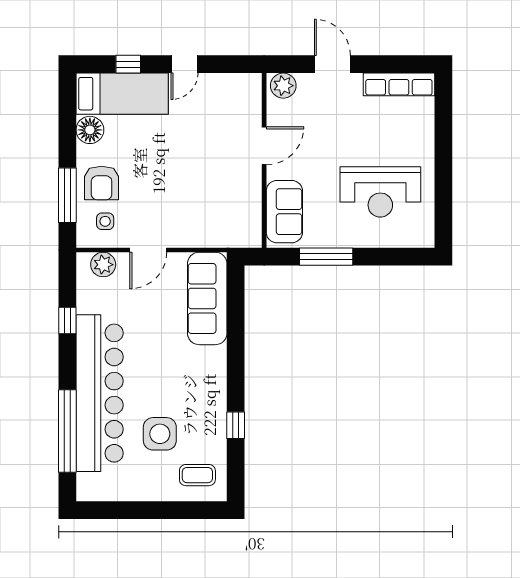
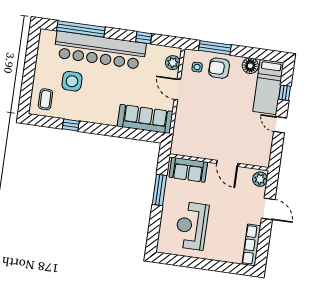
door: (332, 64) -> (268, 209), hinge flipped

